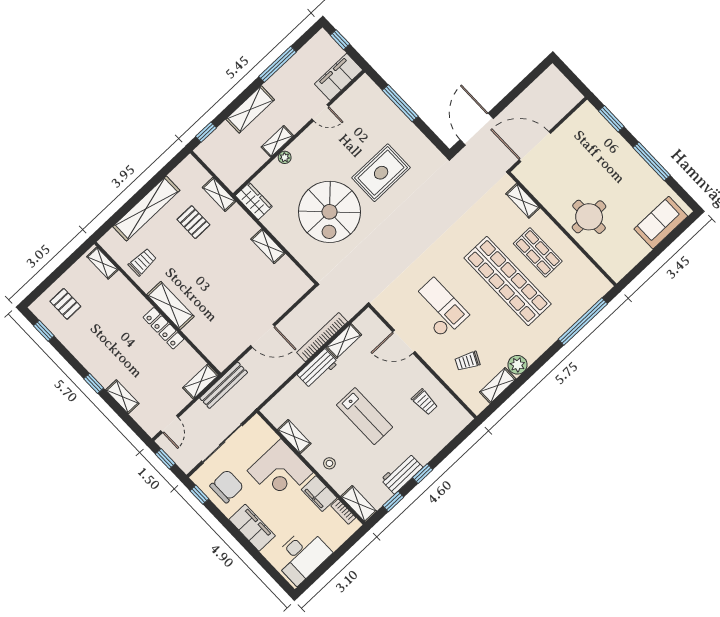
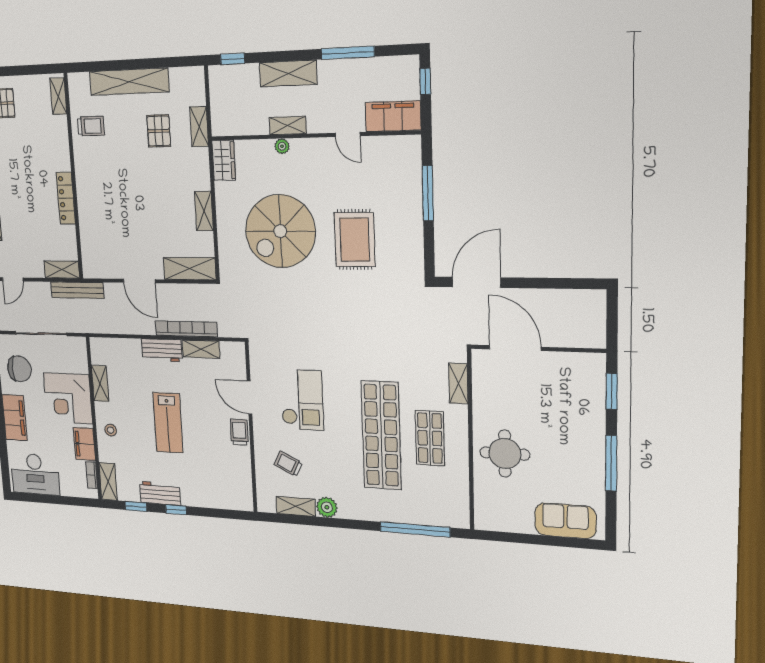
rug: (381, 173) -> (355, 240), turned 90
shelving: (170, 305) -> (190, 269), moved, turned 90
trolley: (425, 402) -> (239, 432), moved, turned 180

